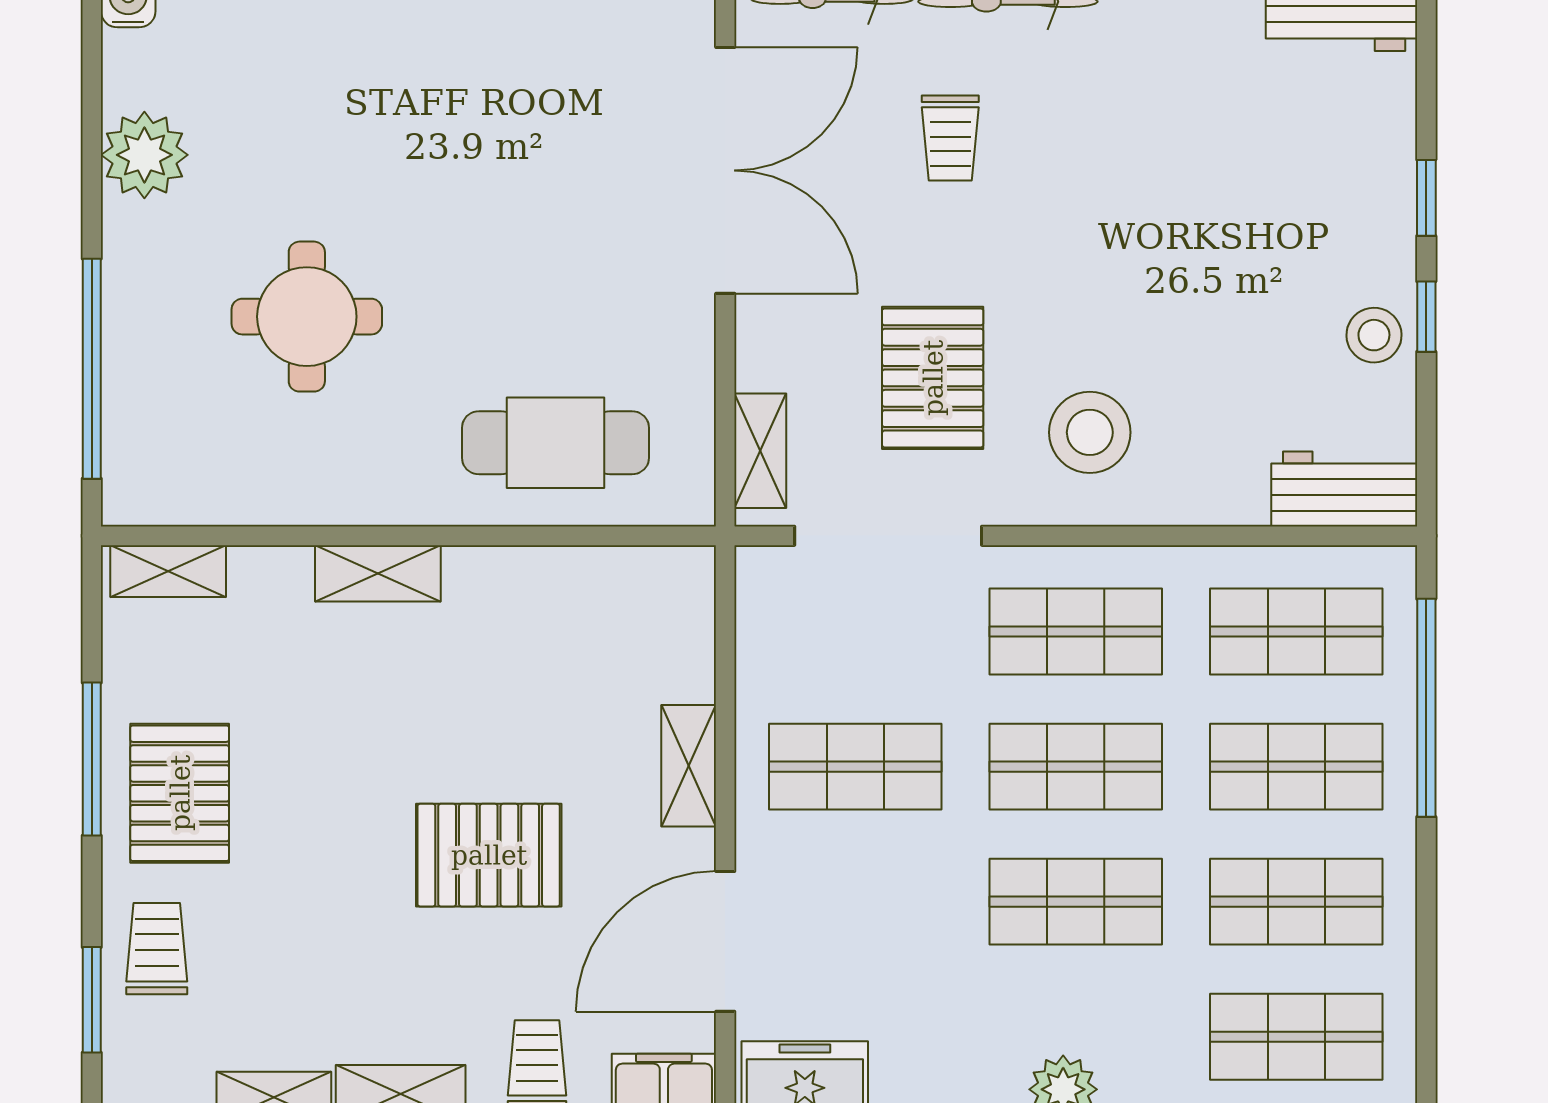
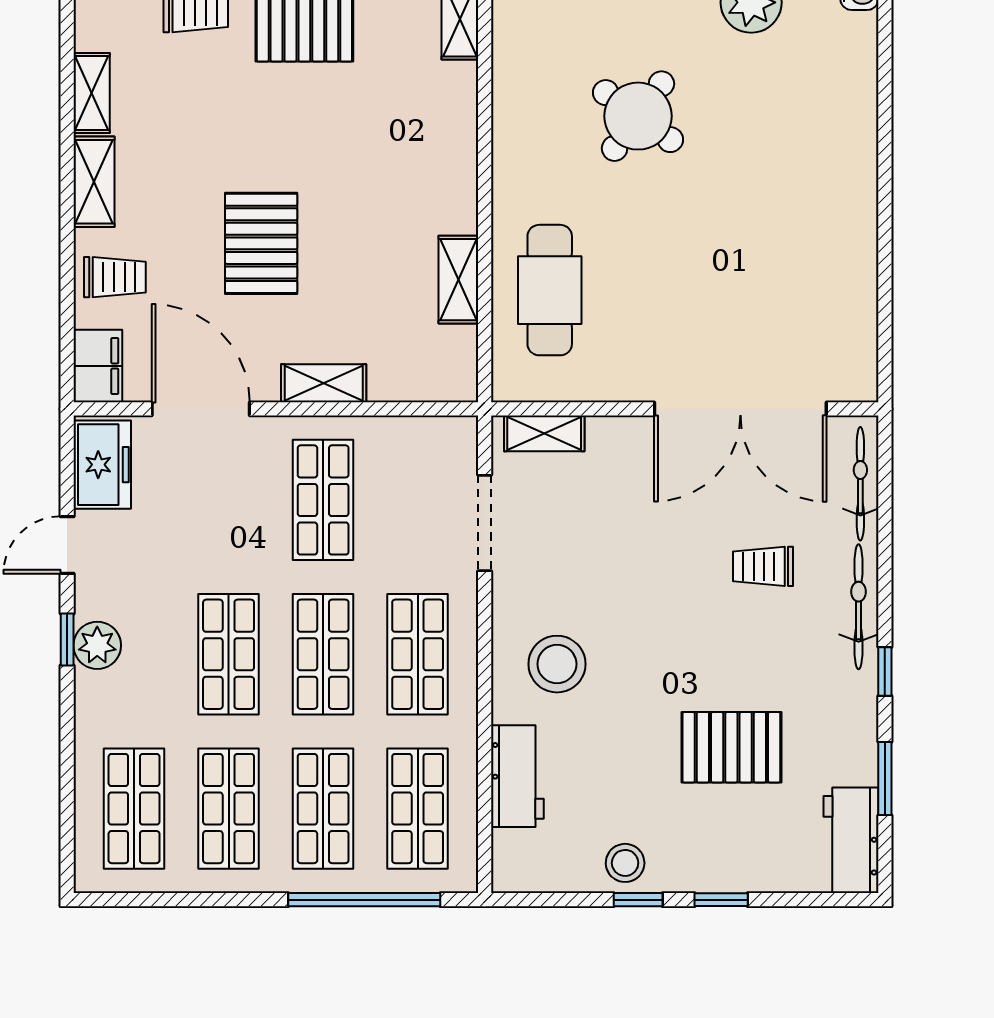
round table: (307, 317) -> (638, 116), turned 36
pallet: (933, 378) -> (731, 747), moved
workbench: (1344, 489) -> (517, 776), moved
doorway: (888, 536) -> (485, 523), width x0.73
shelving: (378, 573) -> (458, 280), moved

